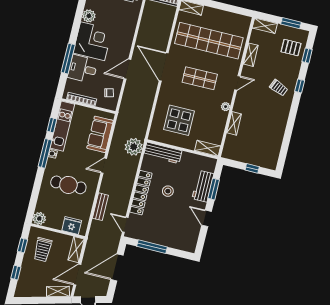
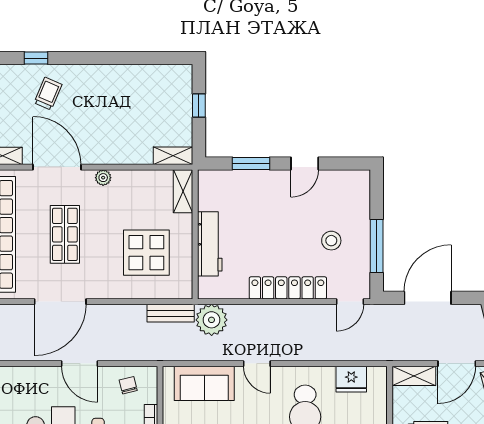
door: (237, 83) -> (57, 167), width x1.87
shelving: (234, 123) -> (173, 156), moved
workbench: (163, 153) -> (210, 244), moved
workbench: (203, 186) -> (251, 183), removed
stool: (168, 191) -> (331, 241), moved
bench: (100, 207) -> (171, 313), moved
fridge: (72, 226) -> (351, 379), moved, turned -90
door: (117, 267) -> (428, 298), swing flipped
door: (77, 275) -> (457, 364), hinge flipped

